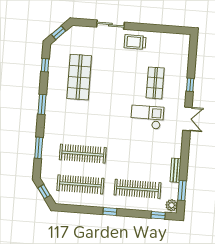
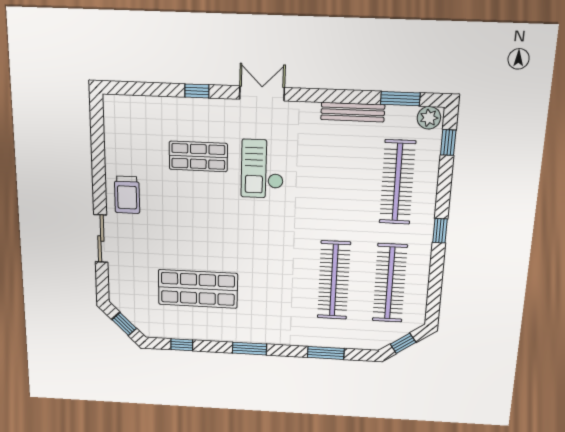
bench: (176, 170) -> (353, 112), width x1.36

